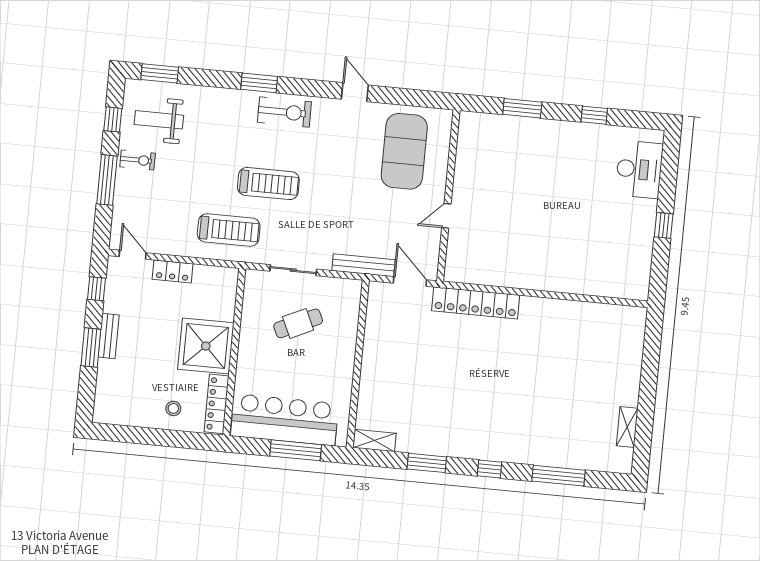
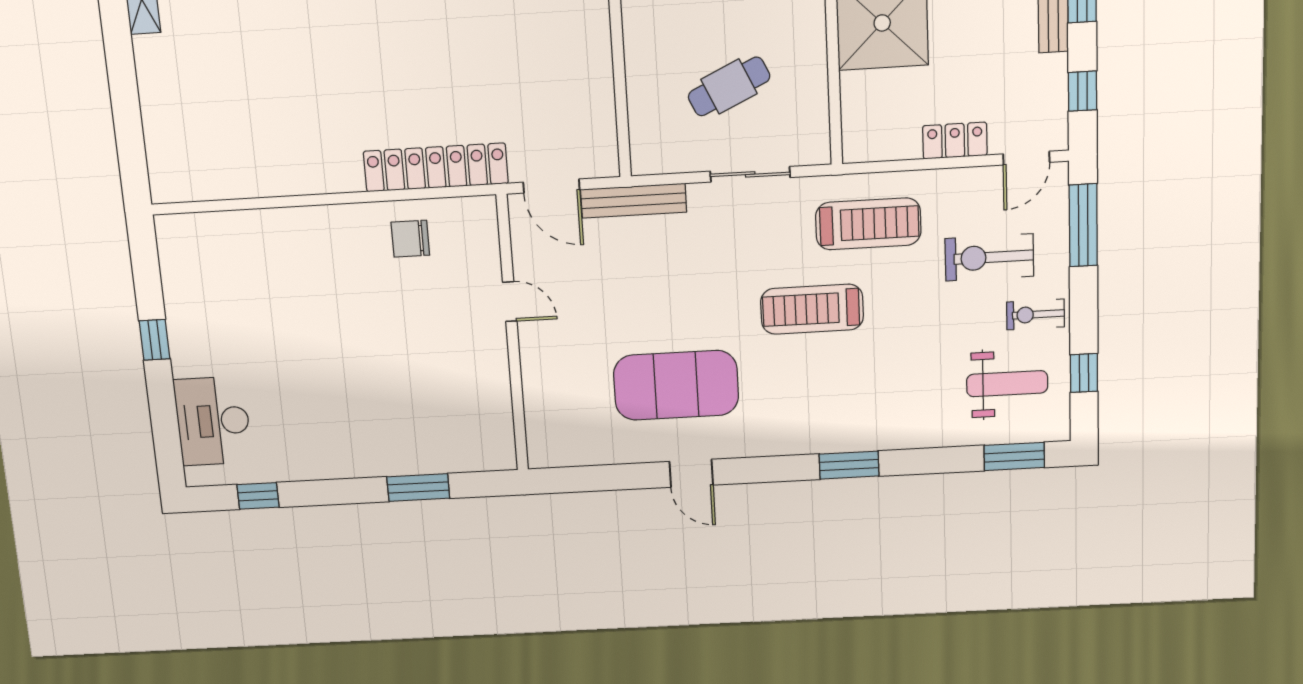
exercise bike: (284, 112) -> (989, 257), moved
window: (594, 115) -> (258, 496), moved
exercise mat: (404, 151) -> (676, 385), moved, turned 90
window: (107, 180) -> (1083, 225), moved
door: (446, 216) -> (510, 302), hinge flipped
treadmill: (229, 230) -> (868, 224), turned 180
door: (133, 255) -> (1026, 158), hinge flipped
chair: (498, 263) -> (410, 239), added

